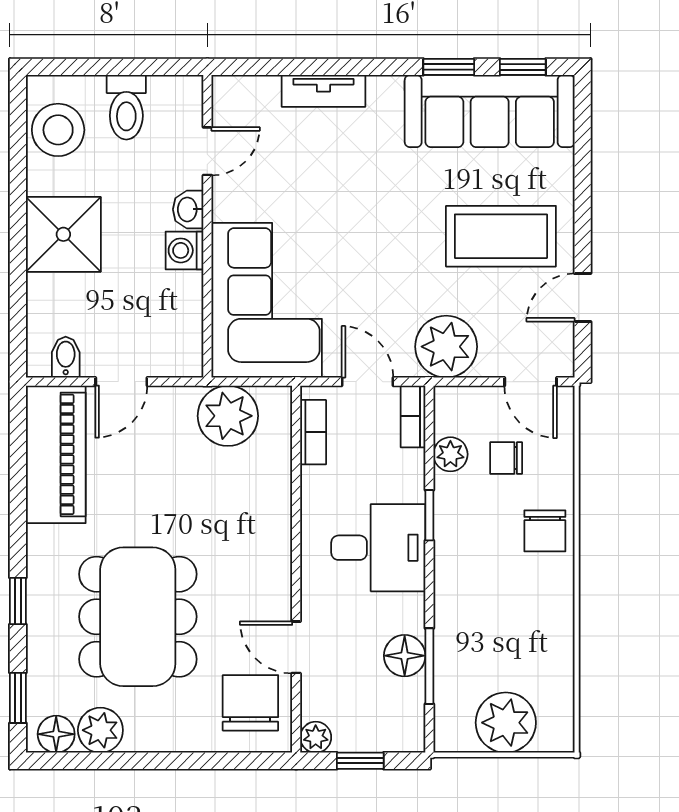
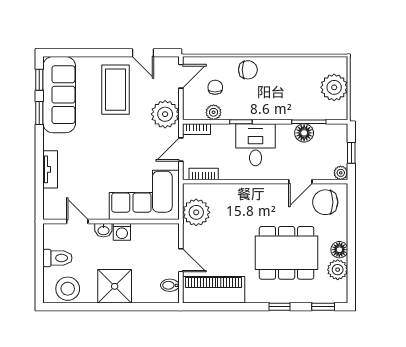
chair: (506, 458) -> (215, 87), turned 180
floor lamp: (56, 734) -> (339, 250), moved

